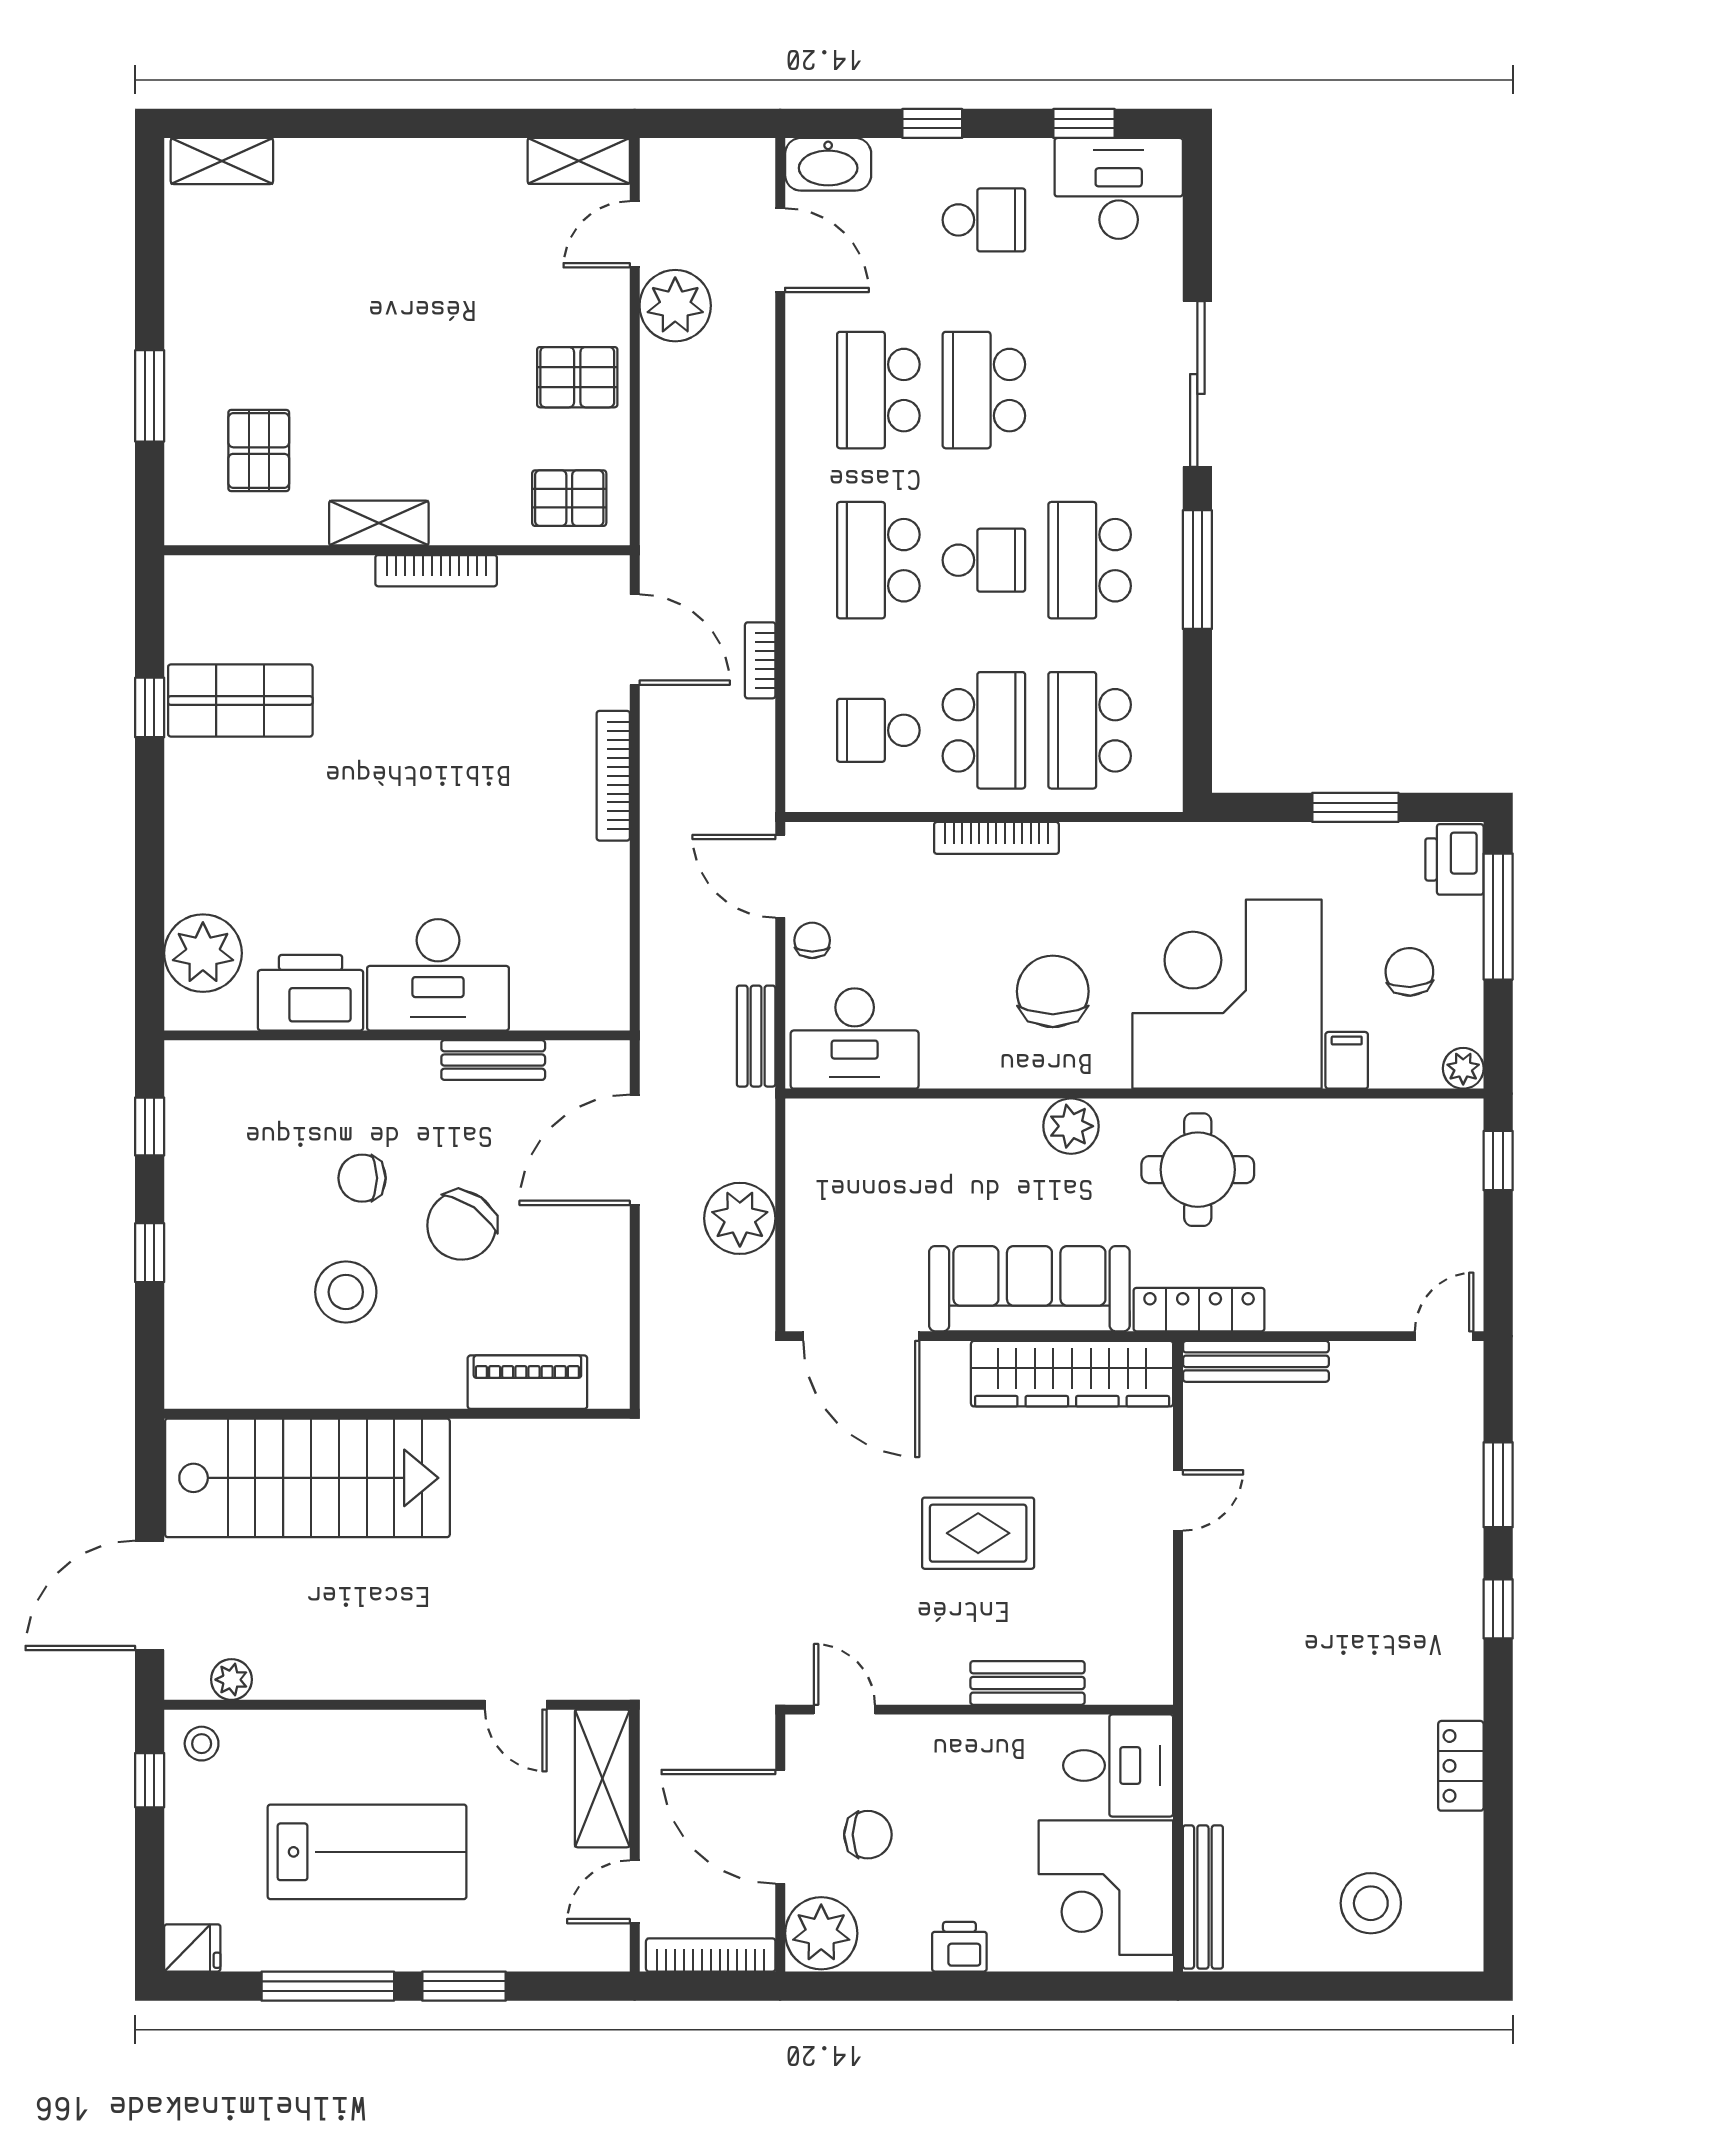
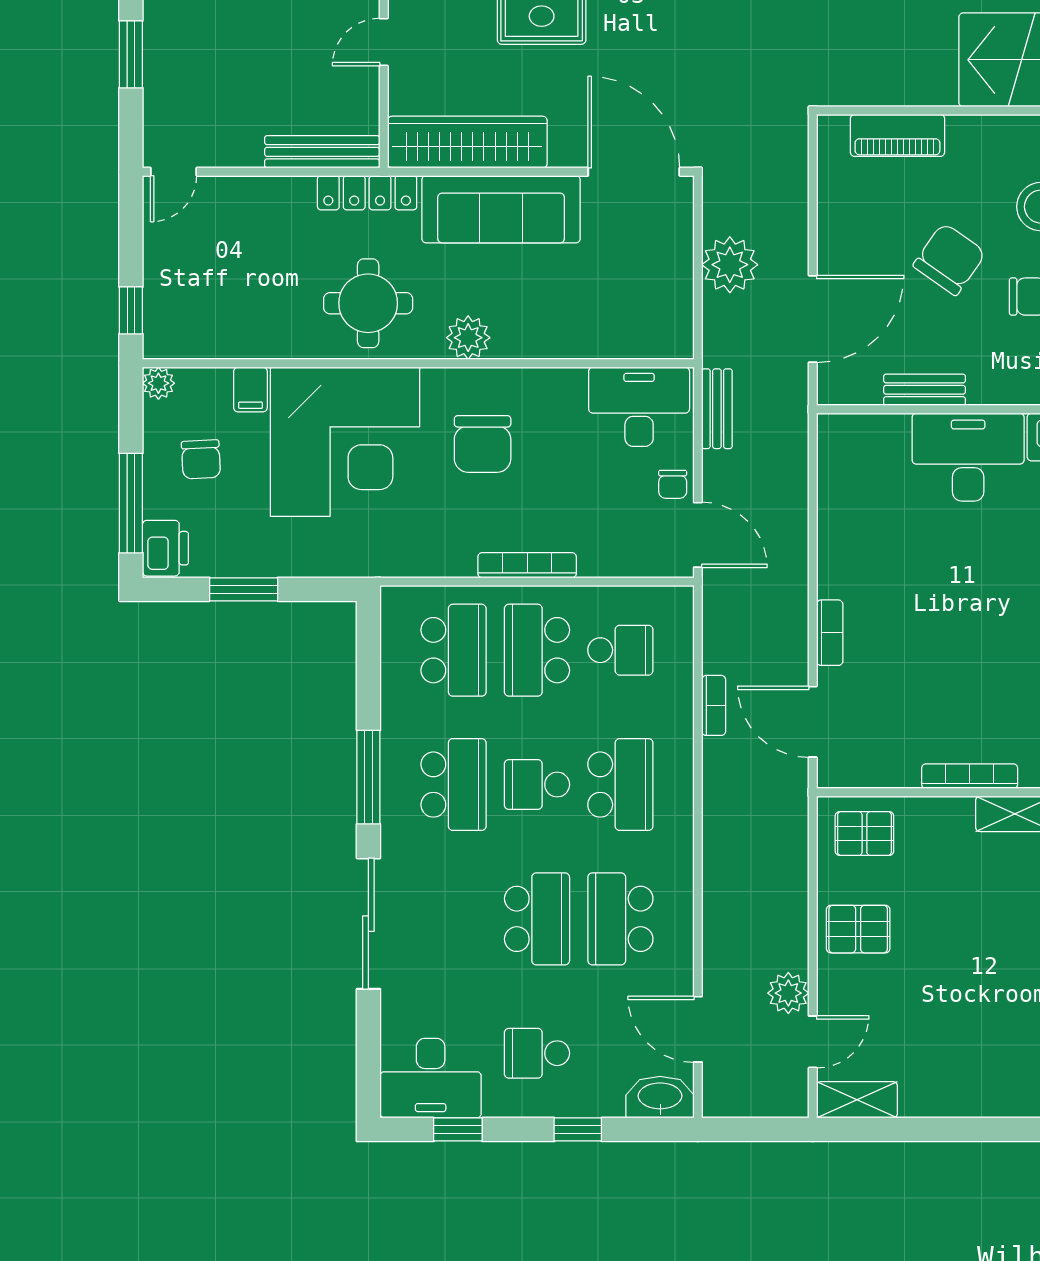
plant: (675, 306) -> (788, 993), width x0.73, depth x0.73
school desk: (878, 390) -> (620, 919), turned 180
bookcase: (613, 776) -> (830, 633), width x0.64

